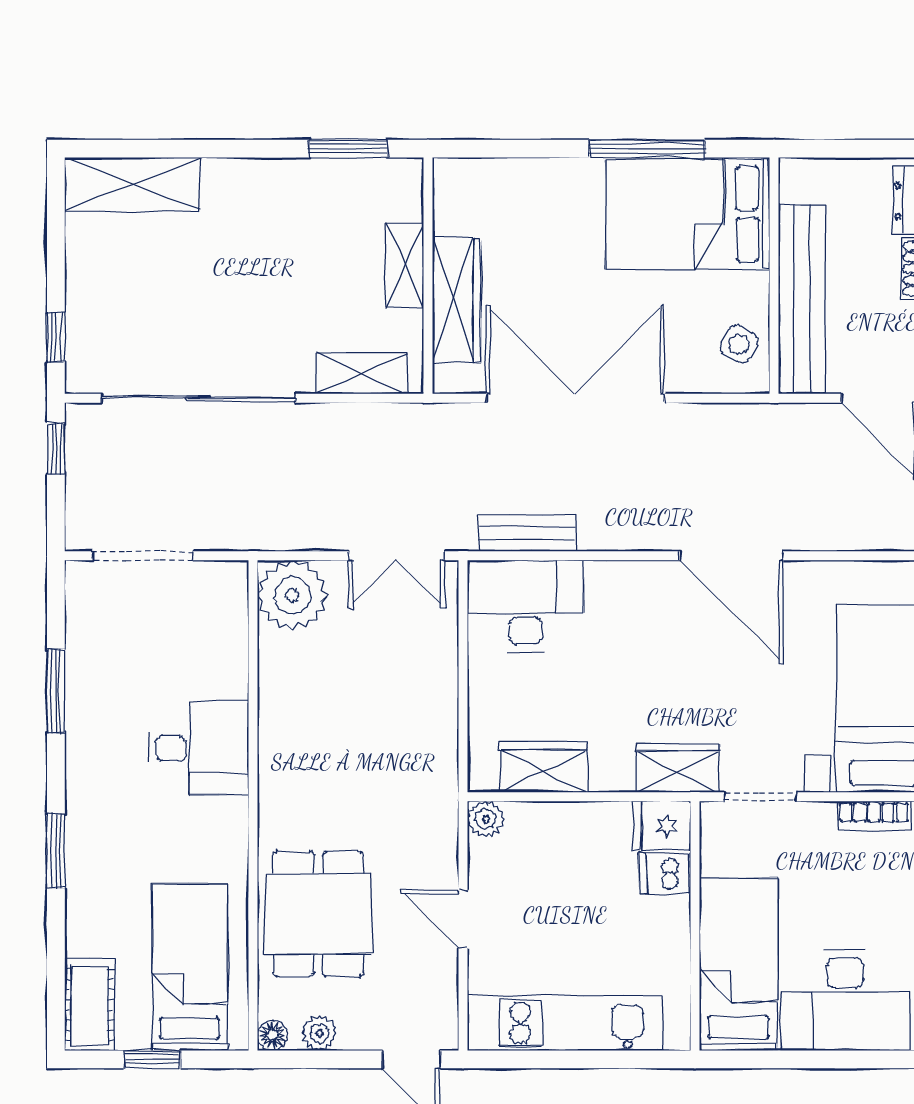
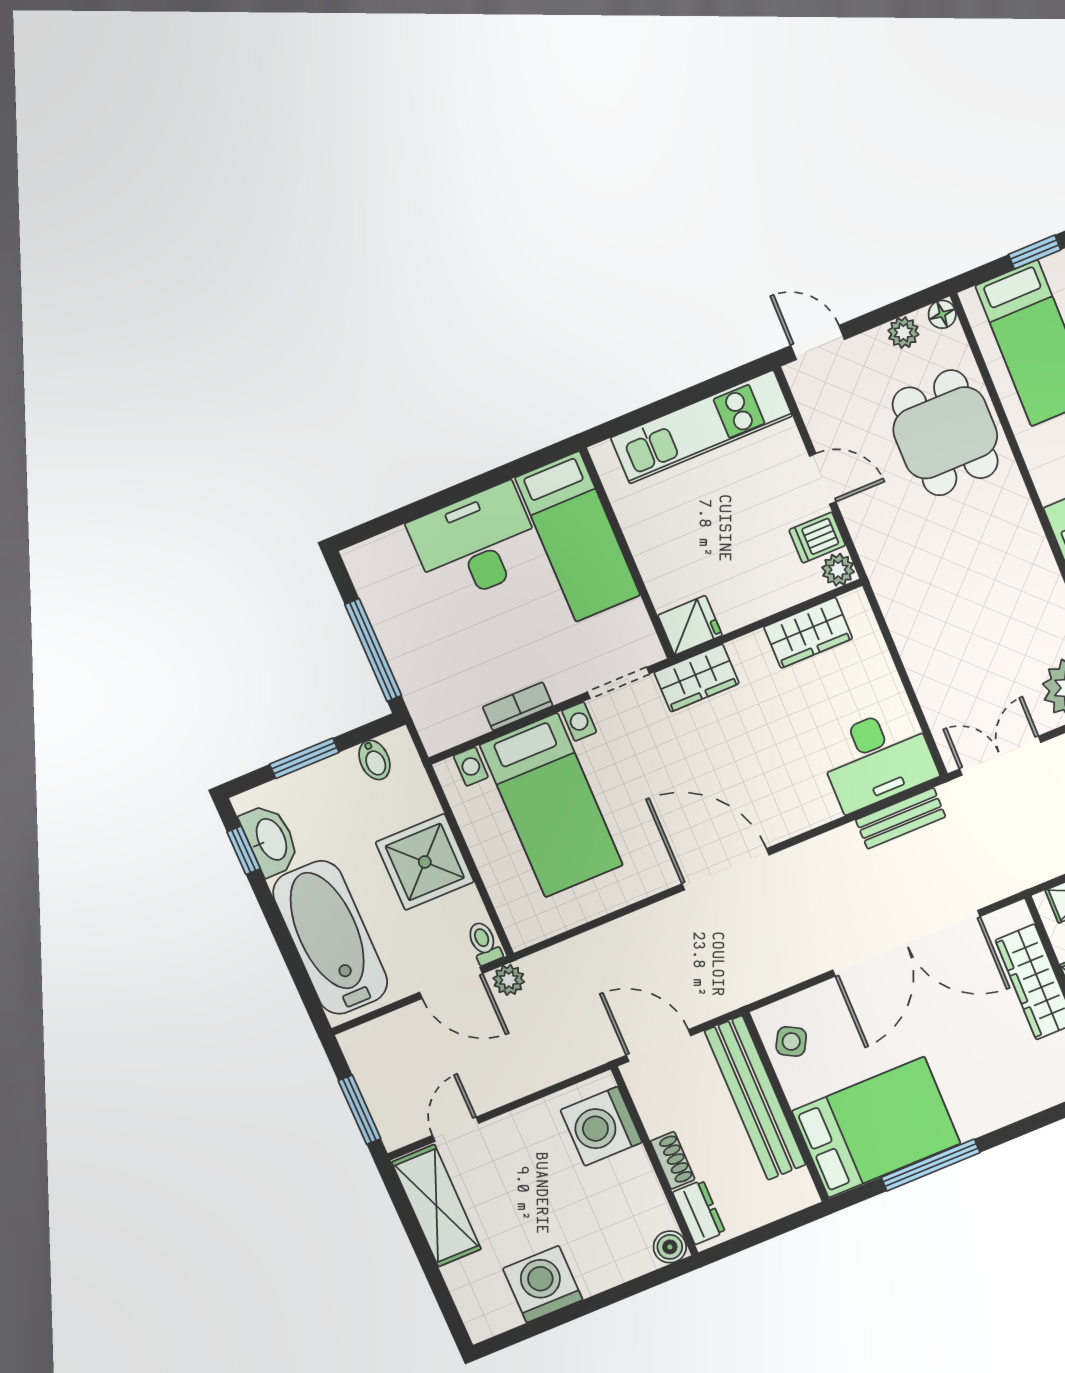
dishwasher: (665, 873) -> (817, 538), moved, turned 180

